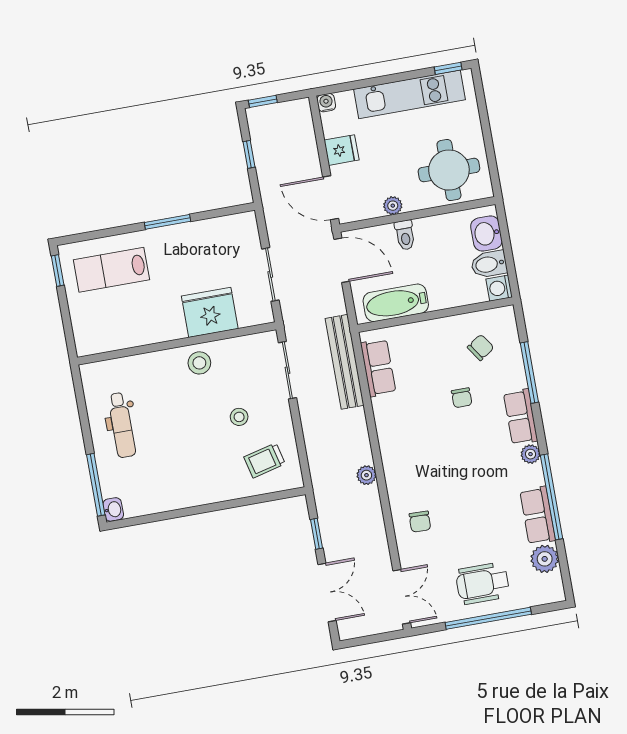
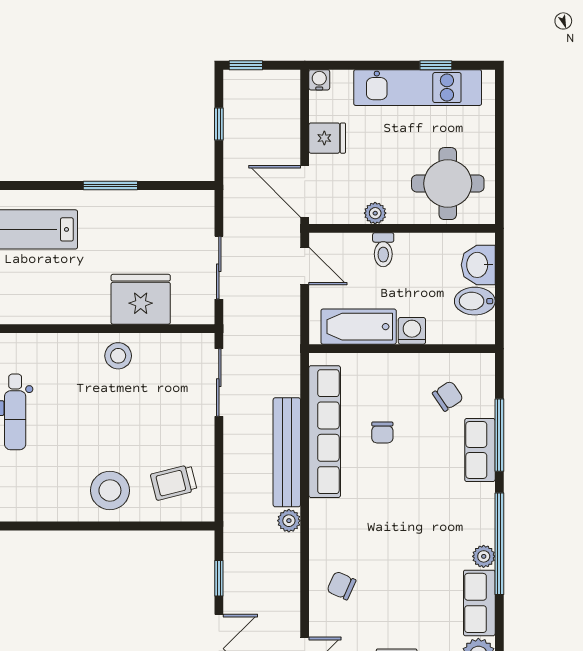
window: (448, 68) -> (436, 65), moved
door: (342, 260) -> (305, 266), width x0.73
washing machine: (499, 288) -> (412, 331), moved, turned 90
bench: (344, 362) -> (287, 452), moved
row of seats: (378, 368) -> (325, 432), width x2.02
chair: (462, 398) -> (382, 432), moved
stool: (239, 417) -> (110, 490), moved, width x1.89, depth x1.89
row of seats: (521, 417) -> (480, 450), moved
plant: (530, 454) -> (484, 556), moved
window: (552, 497) -> (499, 544), moved
chair: (420, 522) -> (341, 586), turned 112

